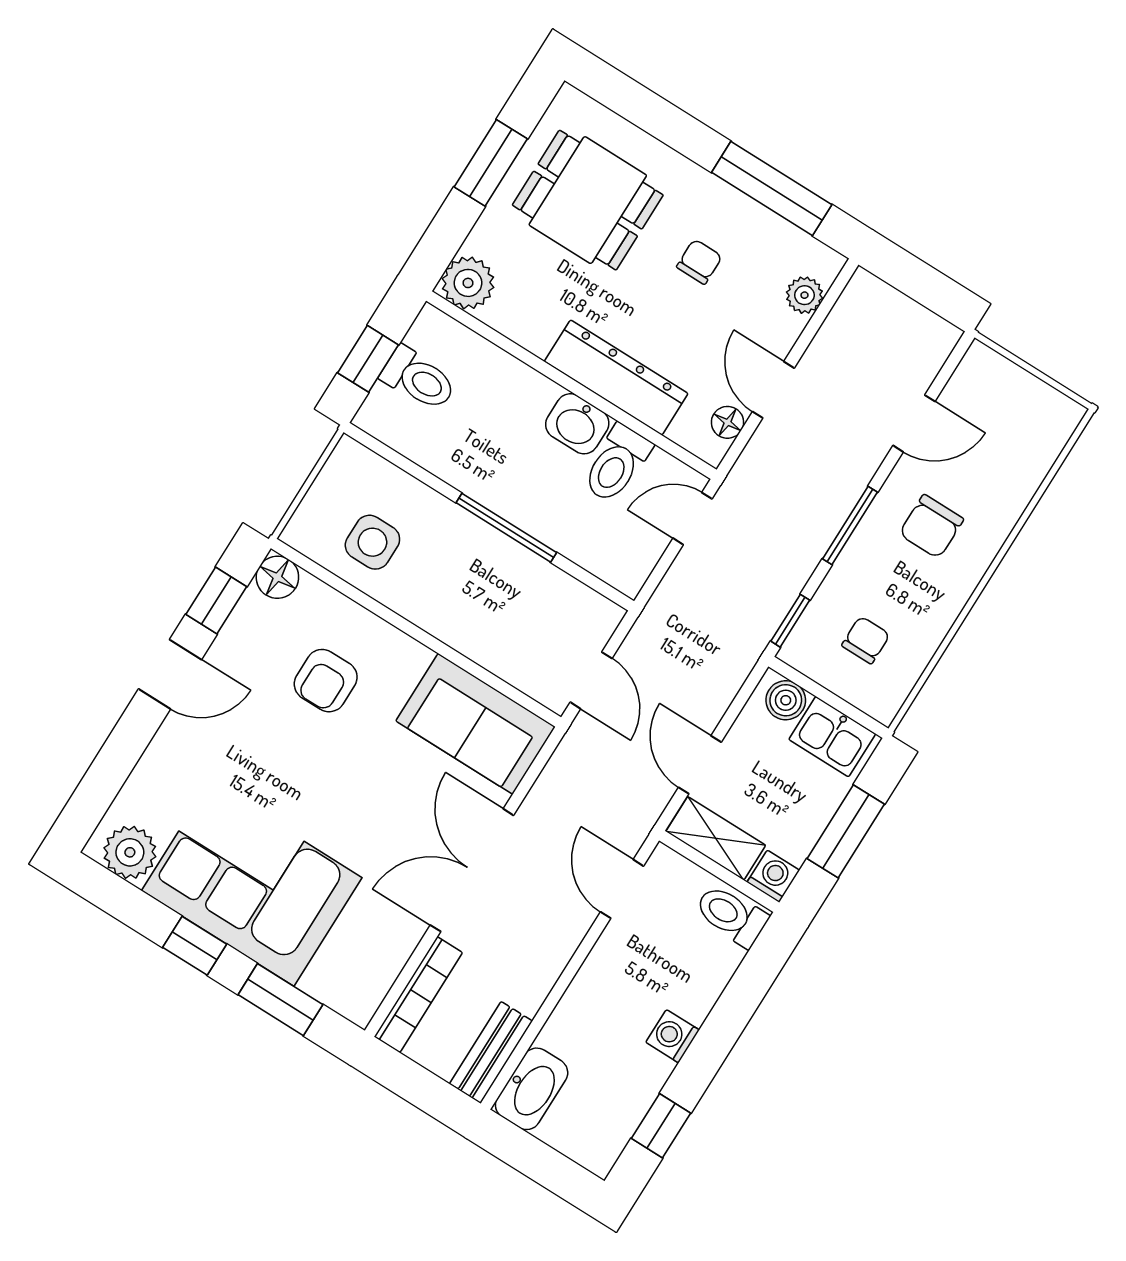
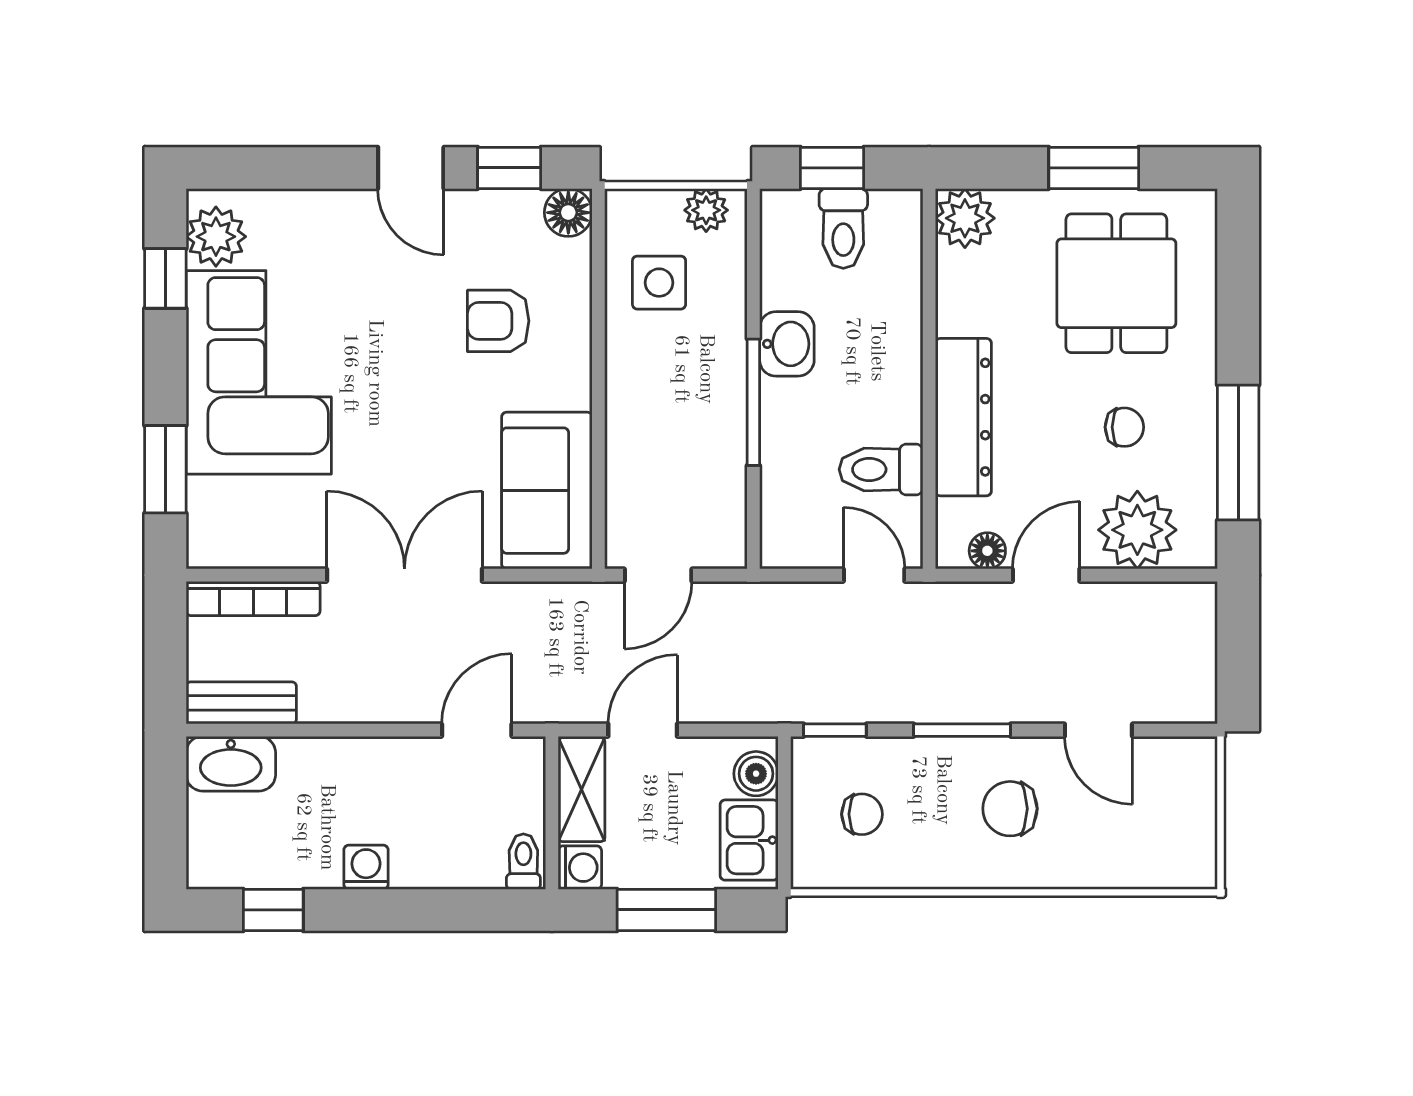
plant: (805, 295) -> (1137, 530), width x1.88, depth x1.88
washbasin: (577, 424) -> (787, 344), moved, turned 180
plant: (340, 473) -> (706, 210), added
toilet: (731, 915) -> (523, 862), width x0.73, depth x0.72
window: (195, 946) -> (165, 278), moved

